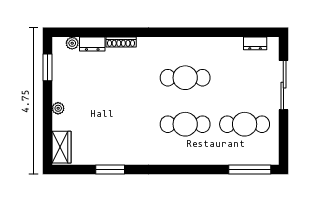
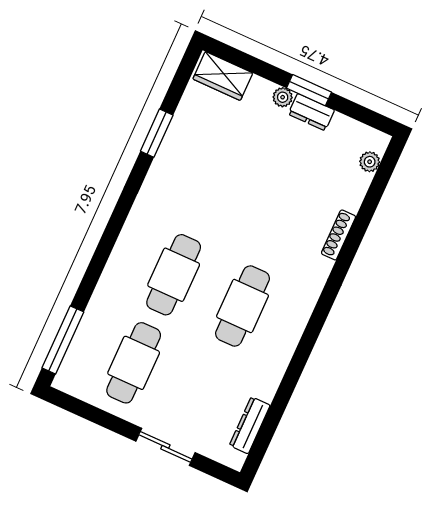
dresser: (255, 43) -> (250, 425), width x1.44
dresser: (92, 44) -> (311, 112), moved, turned -90
window: (47, 67) -> (309, 90), moved
sliding door: (283, 85) -> (165, 447), width x0.73

